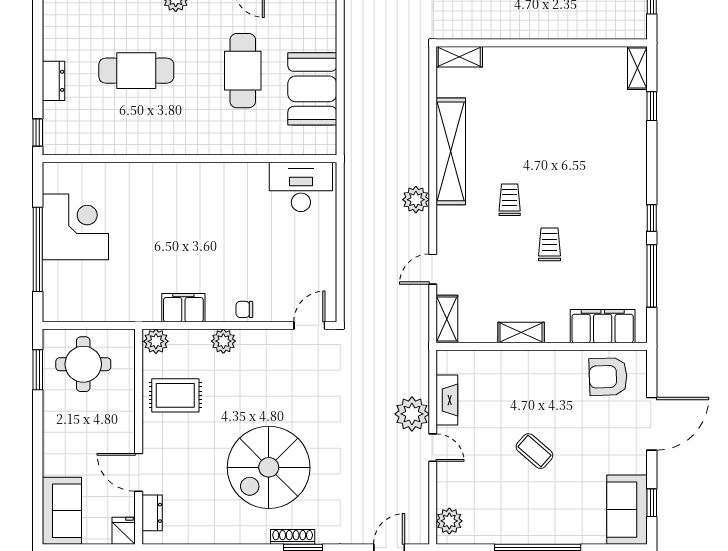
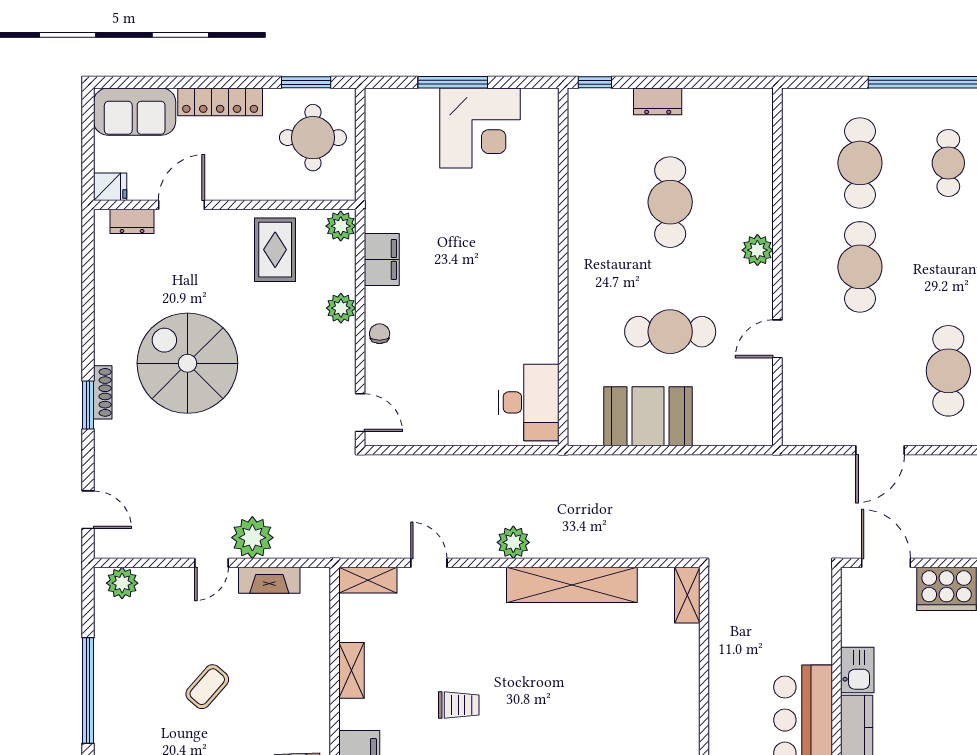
trolley: (510, 200) -> (513, 656), removed
window: (38, 249) -> (453, 82), width x0.68
locker: (54, 440) -> (220, 102), added

